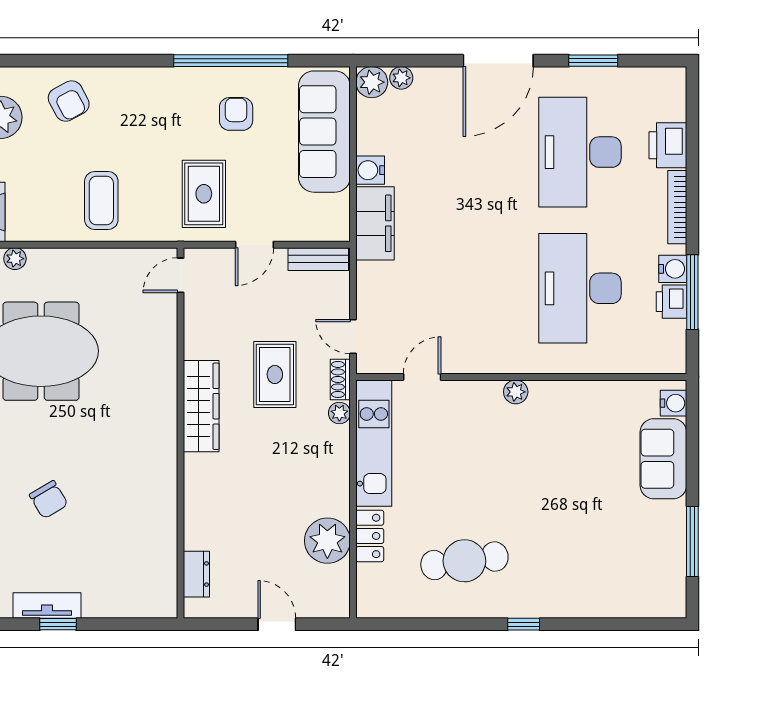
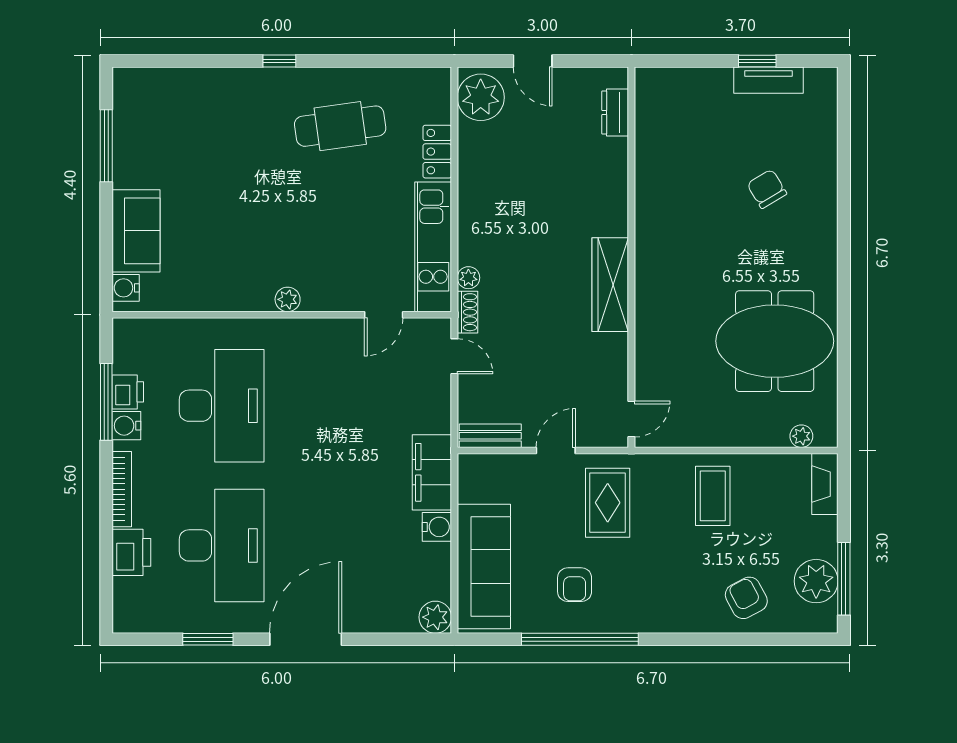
plant: (401, 78) -> (405, 622), removed
rug: (275, 374) -> (535, 317), removed
plant: (327, 541) -> (481, 97), moved

